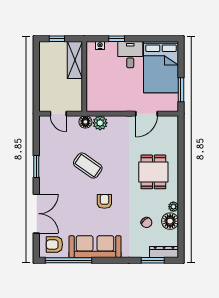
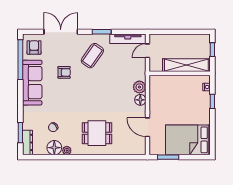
desk: (130, 55) -> (199, 113), removed
shelving: (75, 60) -> (186, 65), width x1.47
floor lamp: (85, 122) -> (140, 100), moved
tv unit: (44, 136) -> (128, 39), added
coffee table: (88, 166) -> (92, 56), moved
armchair: (104, 201) -> (64, 72), moved
double door: (36, 214) -> (61, 32), swing flipped

